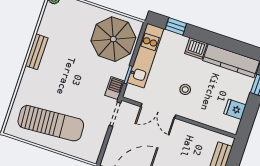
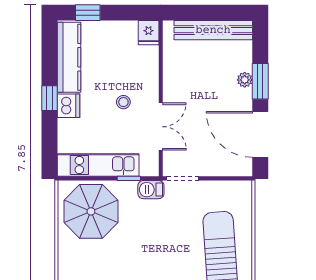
window: (176, 26) -> (50, 98), moved
fridge: (235, 109) -> (149, 33), moved

